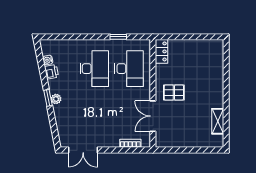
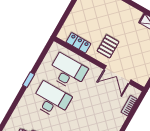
window: (118, 37) -> (29, 80), moved
locker: (161, 51) -> (78, 43), moved

